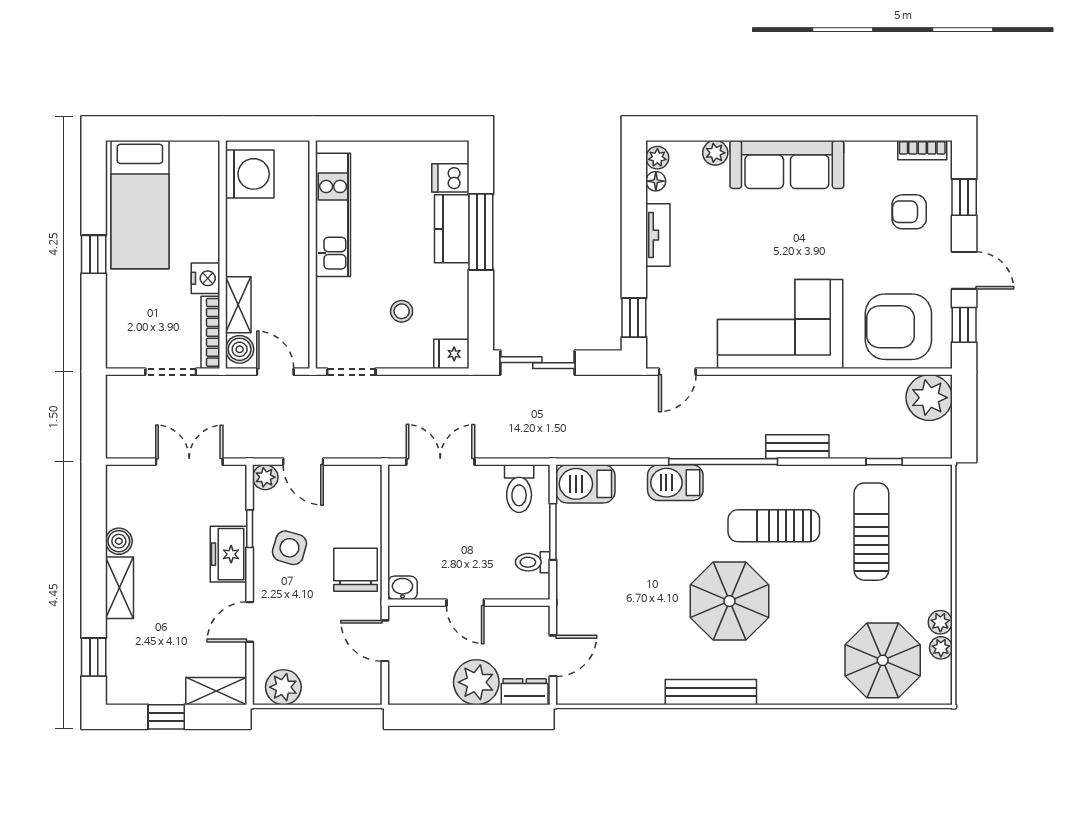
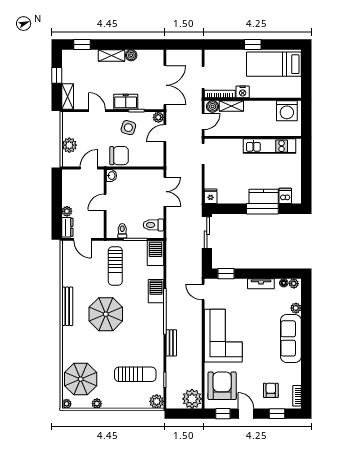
door: (964, 270) -> (246, 414), swing flipped
stool: (402, 311) -> (229, 175), removed
double door: (189, 462) -> (165, 85), width x1.37
plant: (936, 481) -> (157, 401), added
sun lounger: (774, 526) -> (115, 266), moved, turned 180
plant: (941, 648) -> (67, 404), moved
plant: (476, 682) -> (67, 211), width x0.53, depth x0.53
plant: (283, 687) -> (69, 145), moved

